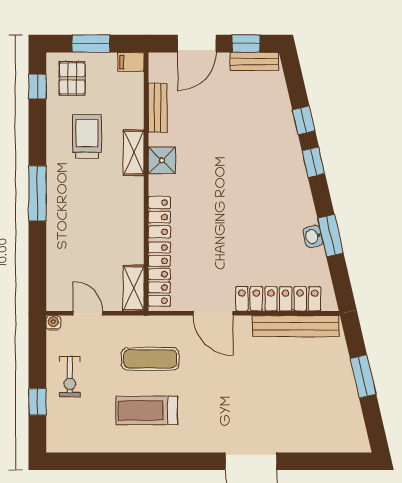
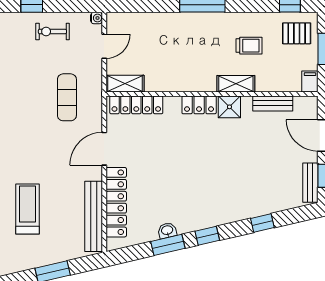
trolley: (87, 136) -> (249, 46), width x0.73, depth x0.72
window: (313, 162) -> (207, 236), moved
locker: (159, 217) -> (199, 105), moved
treadmill: (147, 410) -> (27, 209), moved

